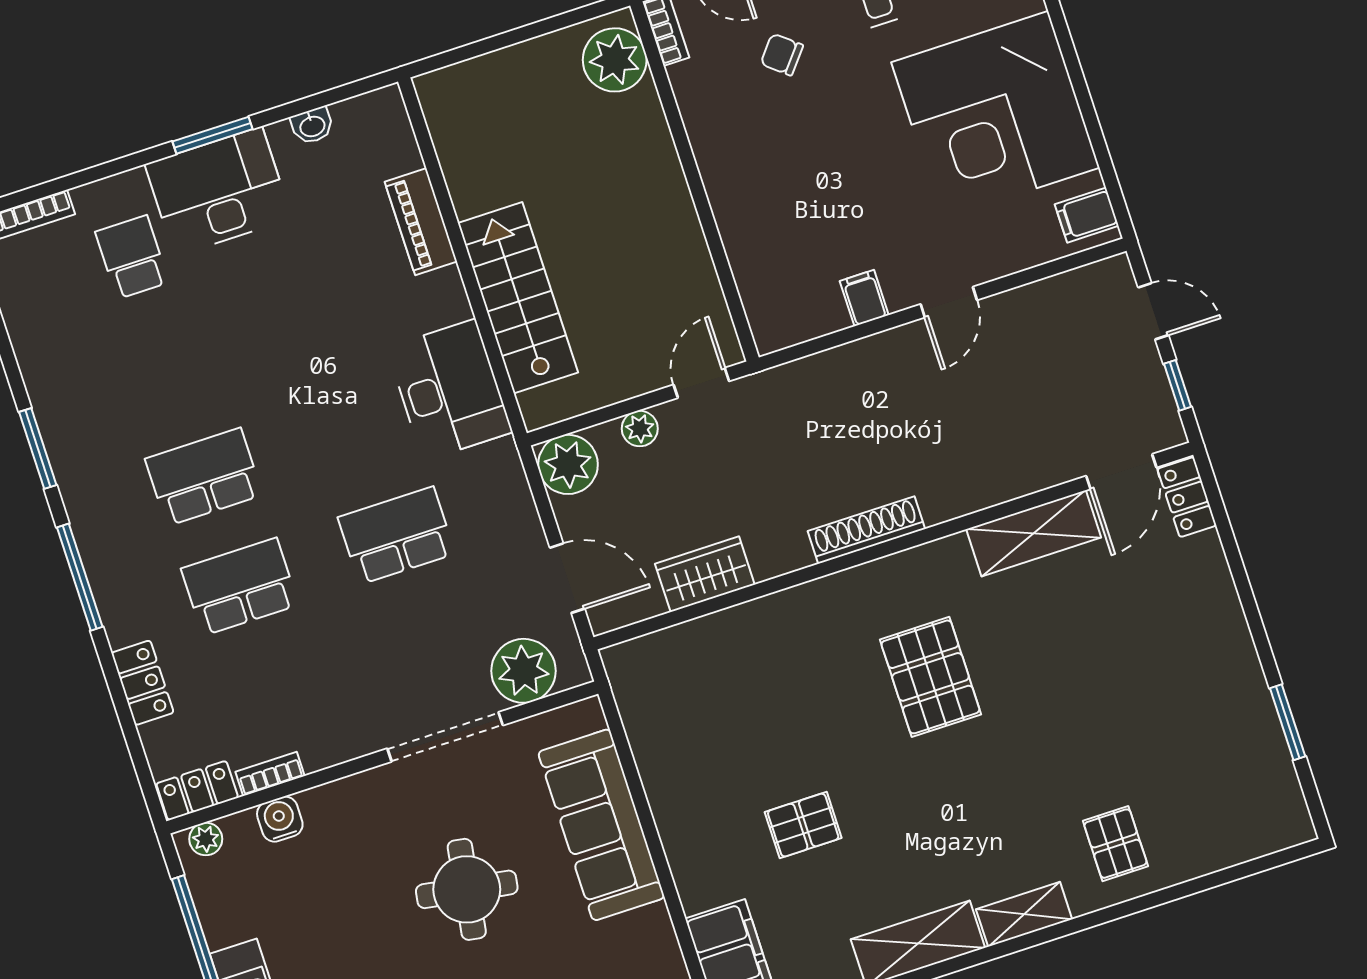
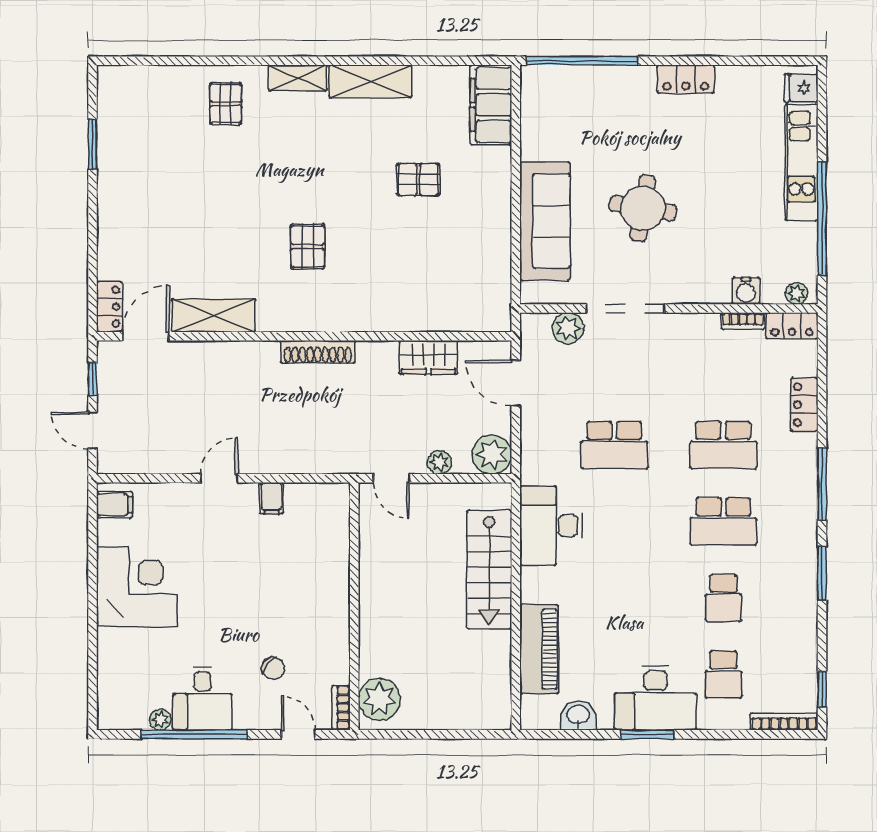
corner desk: (995, 115) -> (137, 586), width x0.74, depth x0.74
washbasin: (312, 126) -> (578, 715), width x1.38, depth x1.45
piano: (421, 222) -> (539, 649), width x1.37, depth x1.33
school desk: (168, 367) -> (723, 598), added
door: (701, 383) -> (391, 478), hinge flipped
plant: (523, 671) -> (568, 328), width x0.73, depth x0.73
pallet: (930, 677) -> (308, 246), width x0.67, depth x0.71

